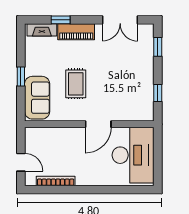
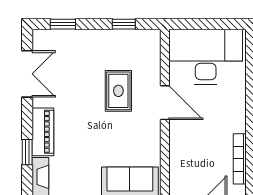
rug: (76, 84) -> (118, 91), moved, turned 90

